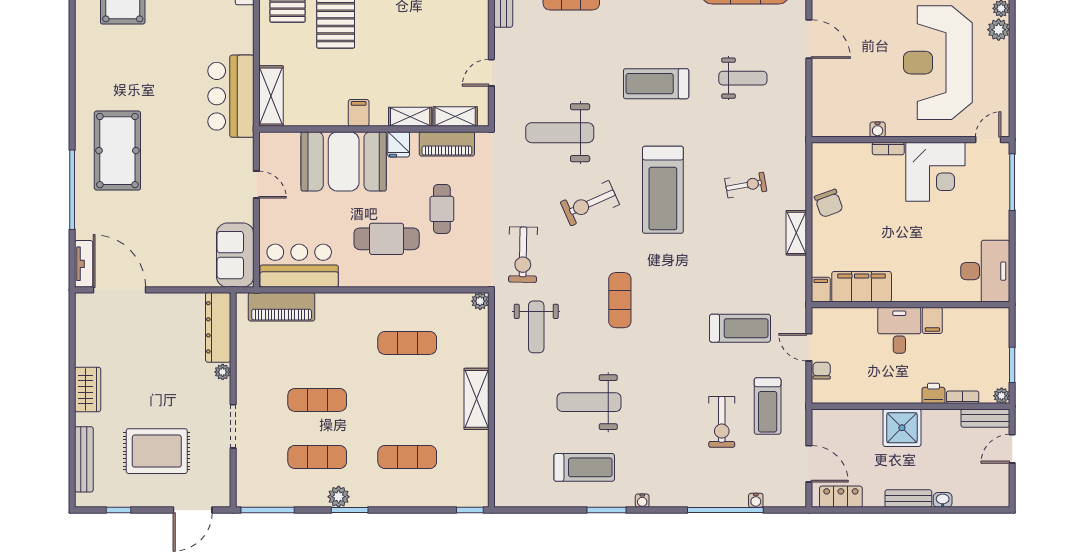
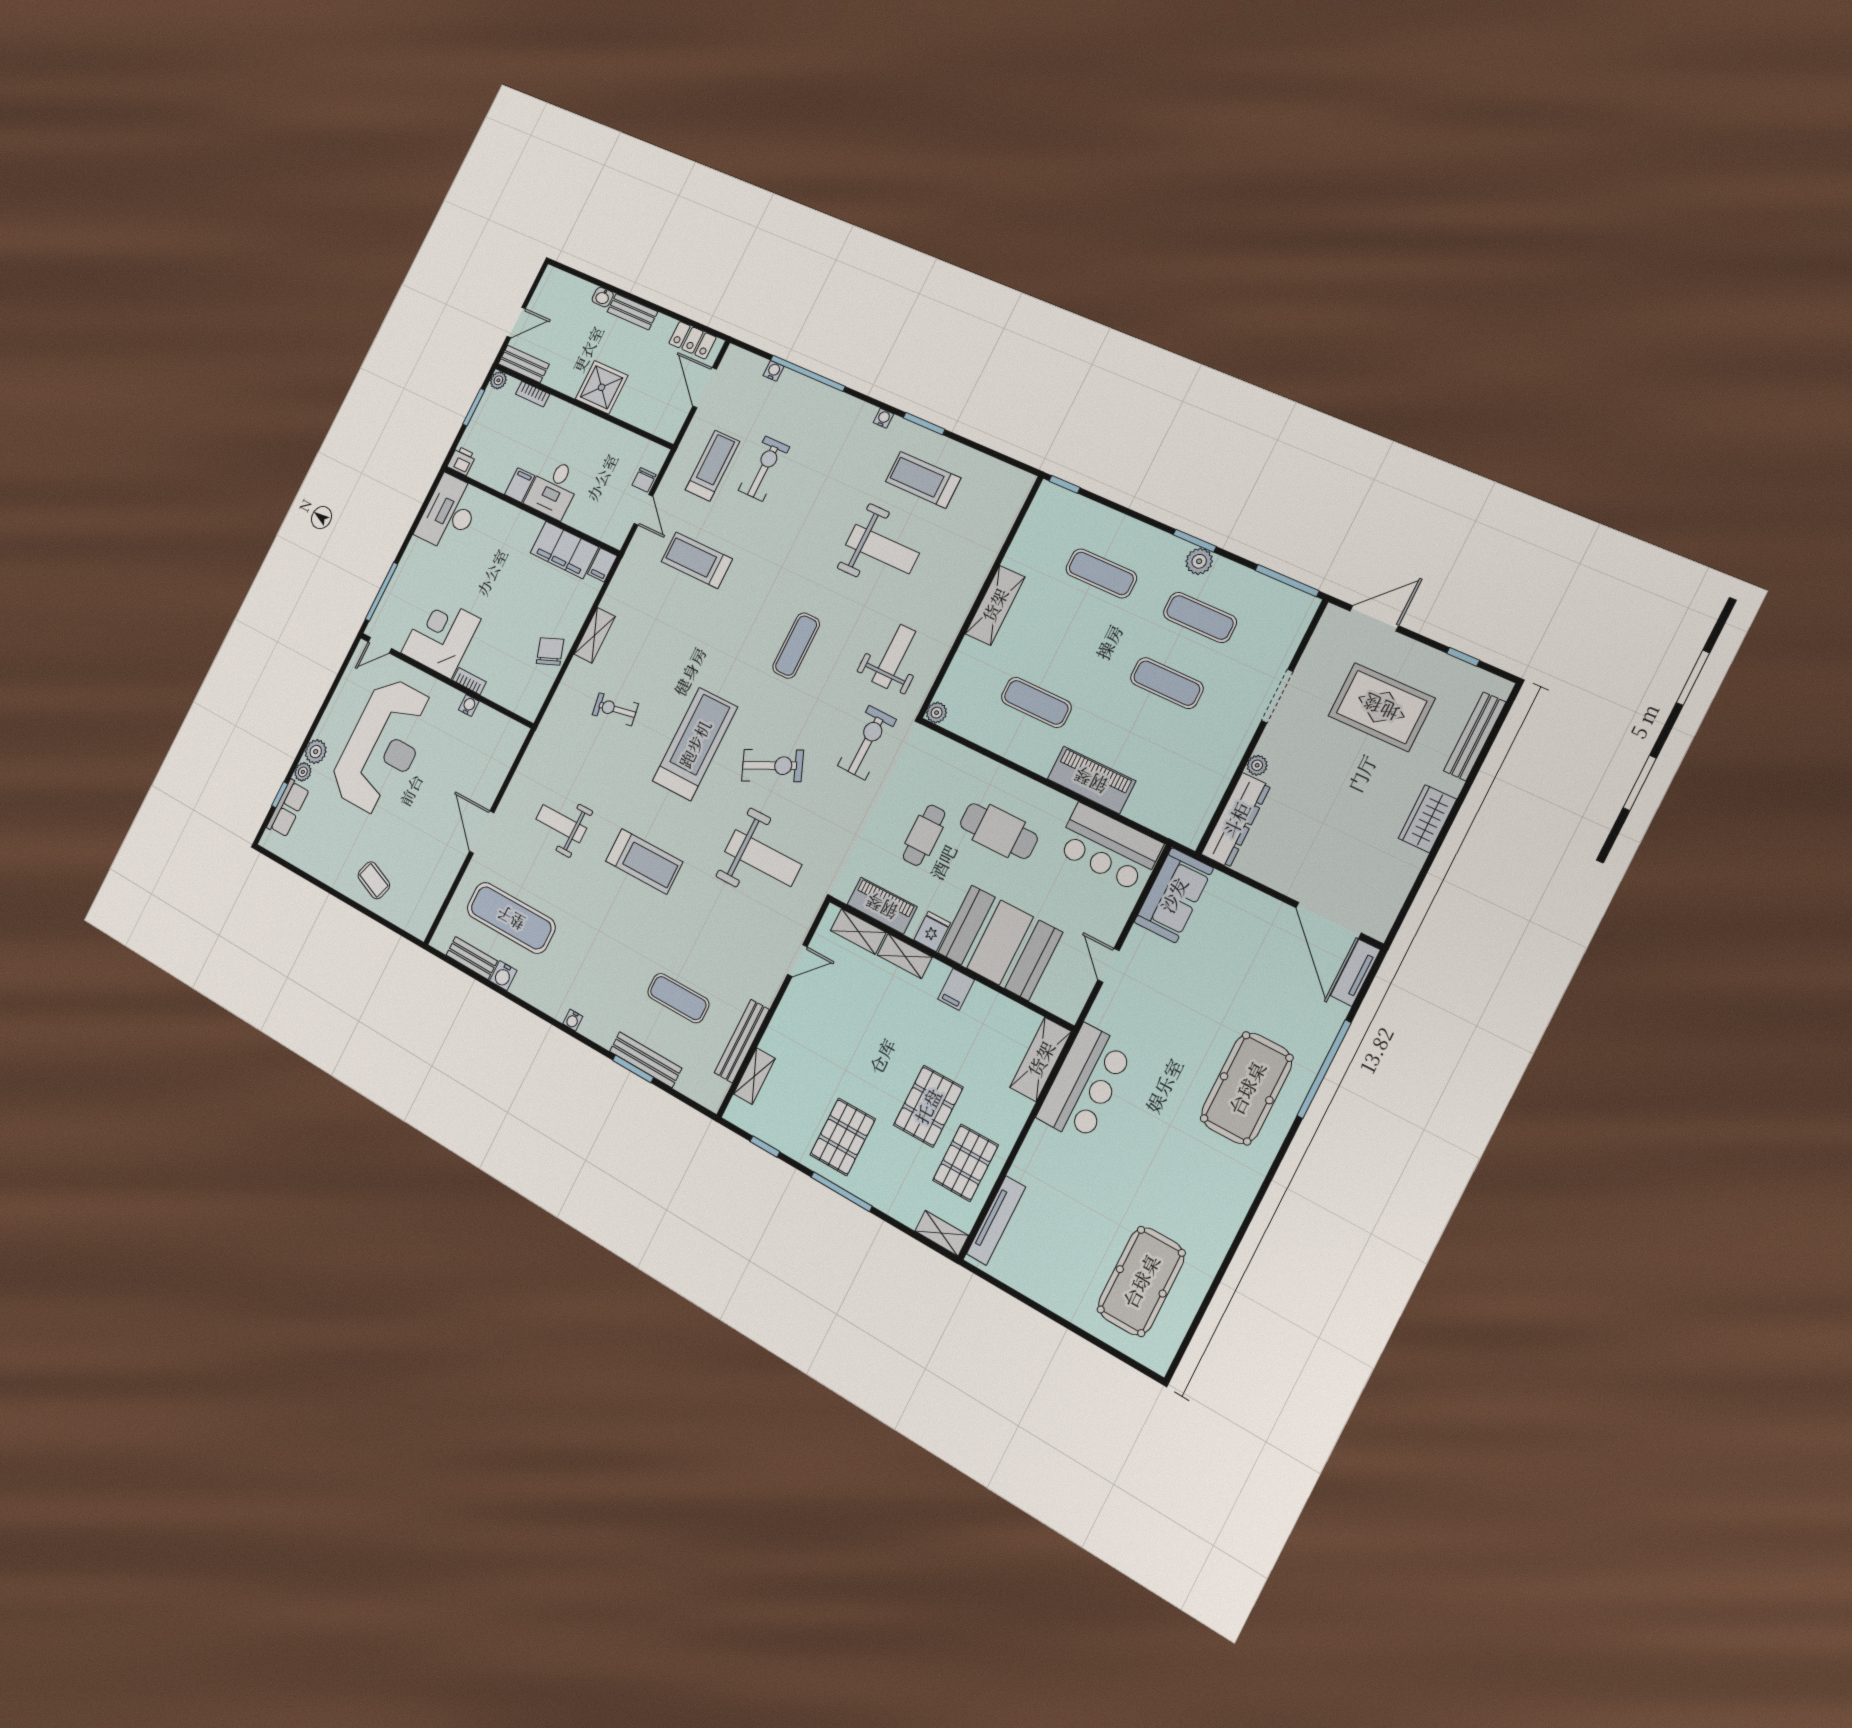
piano: (282, 307) -> (1091, 780), moved
printer: (933, 393) -> (462, 461), moved, turned 180

